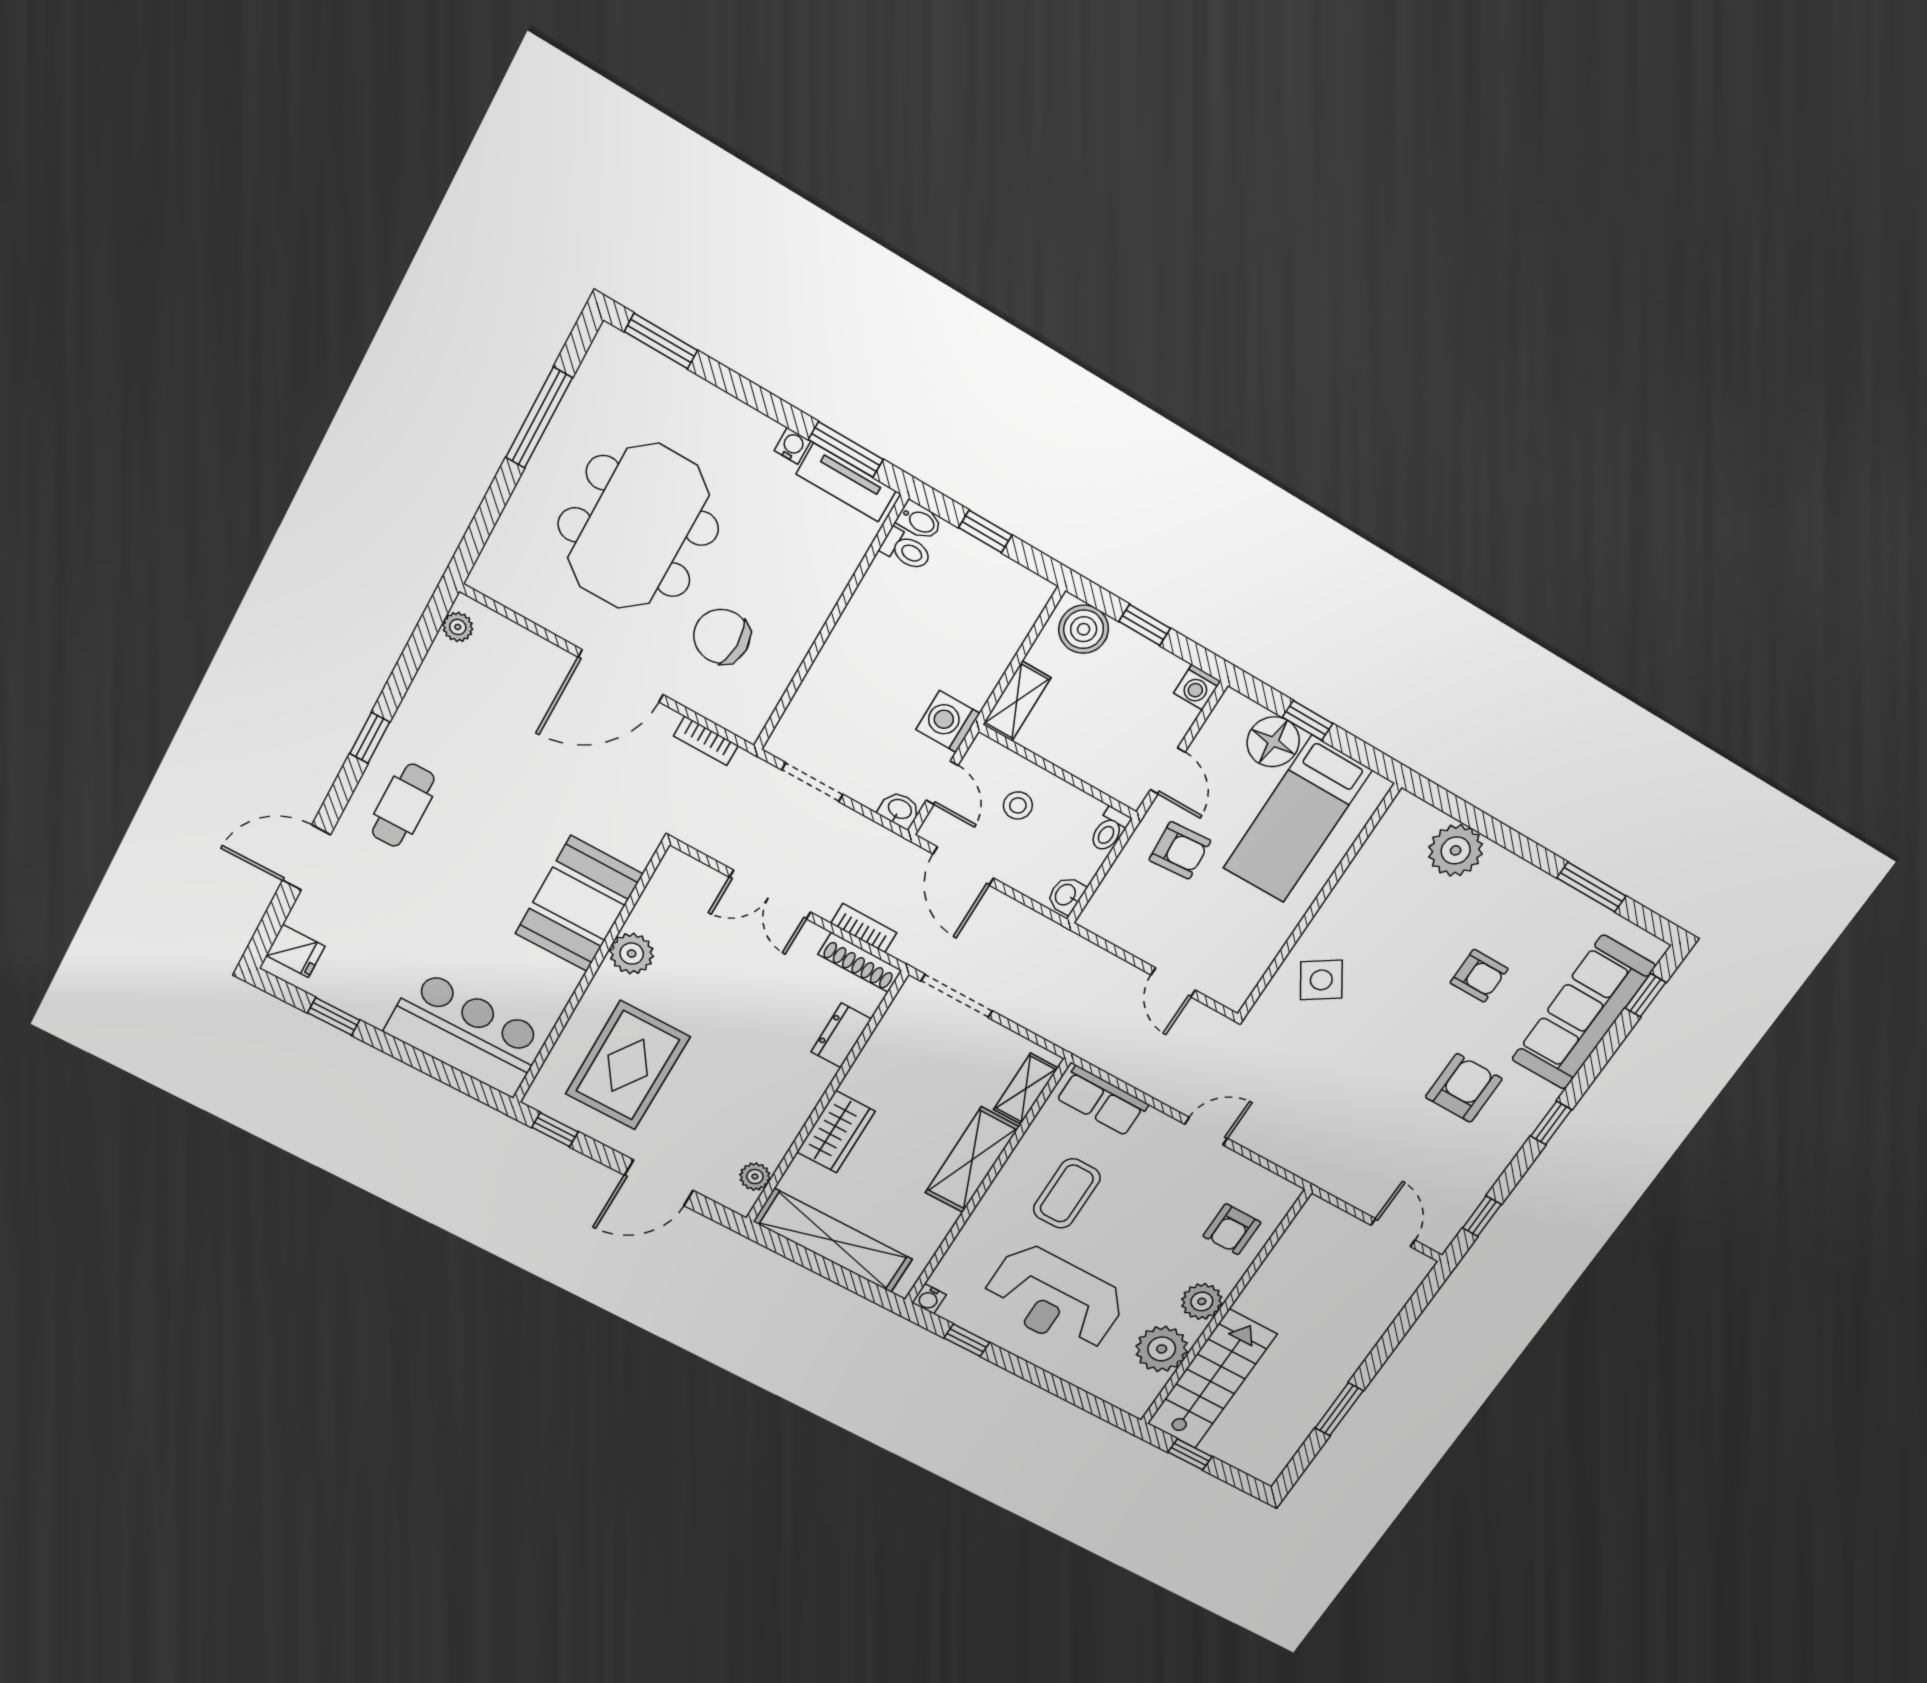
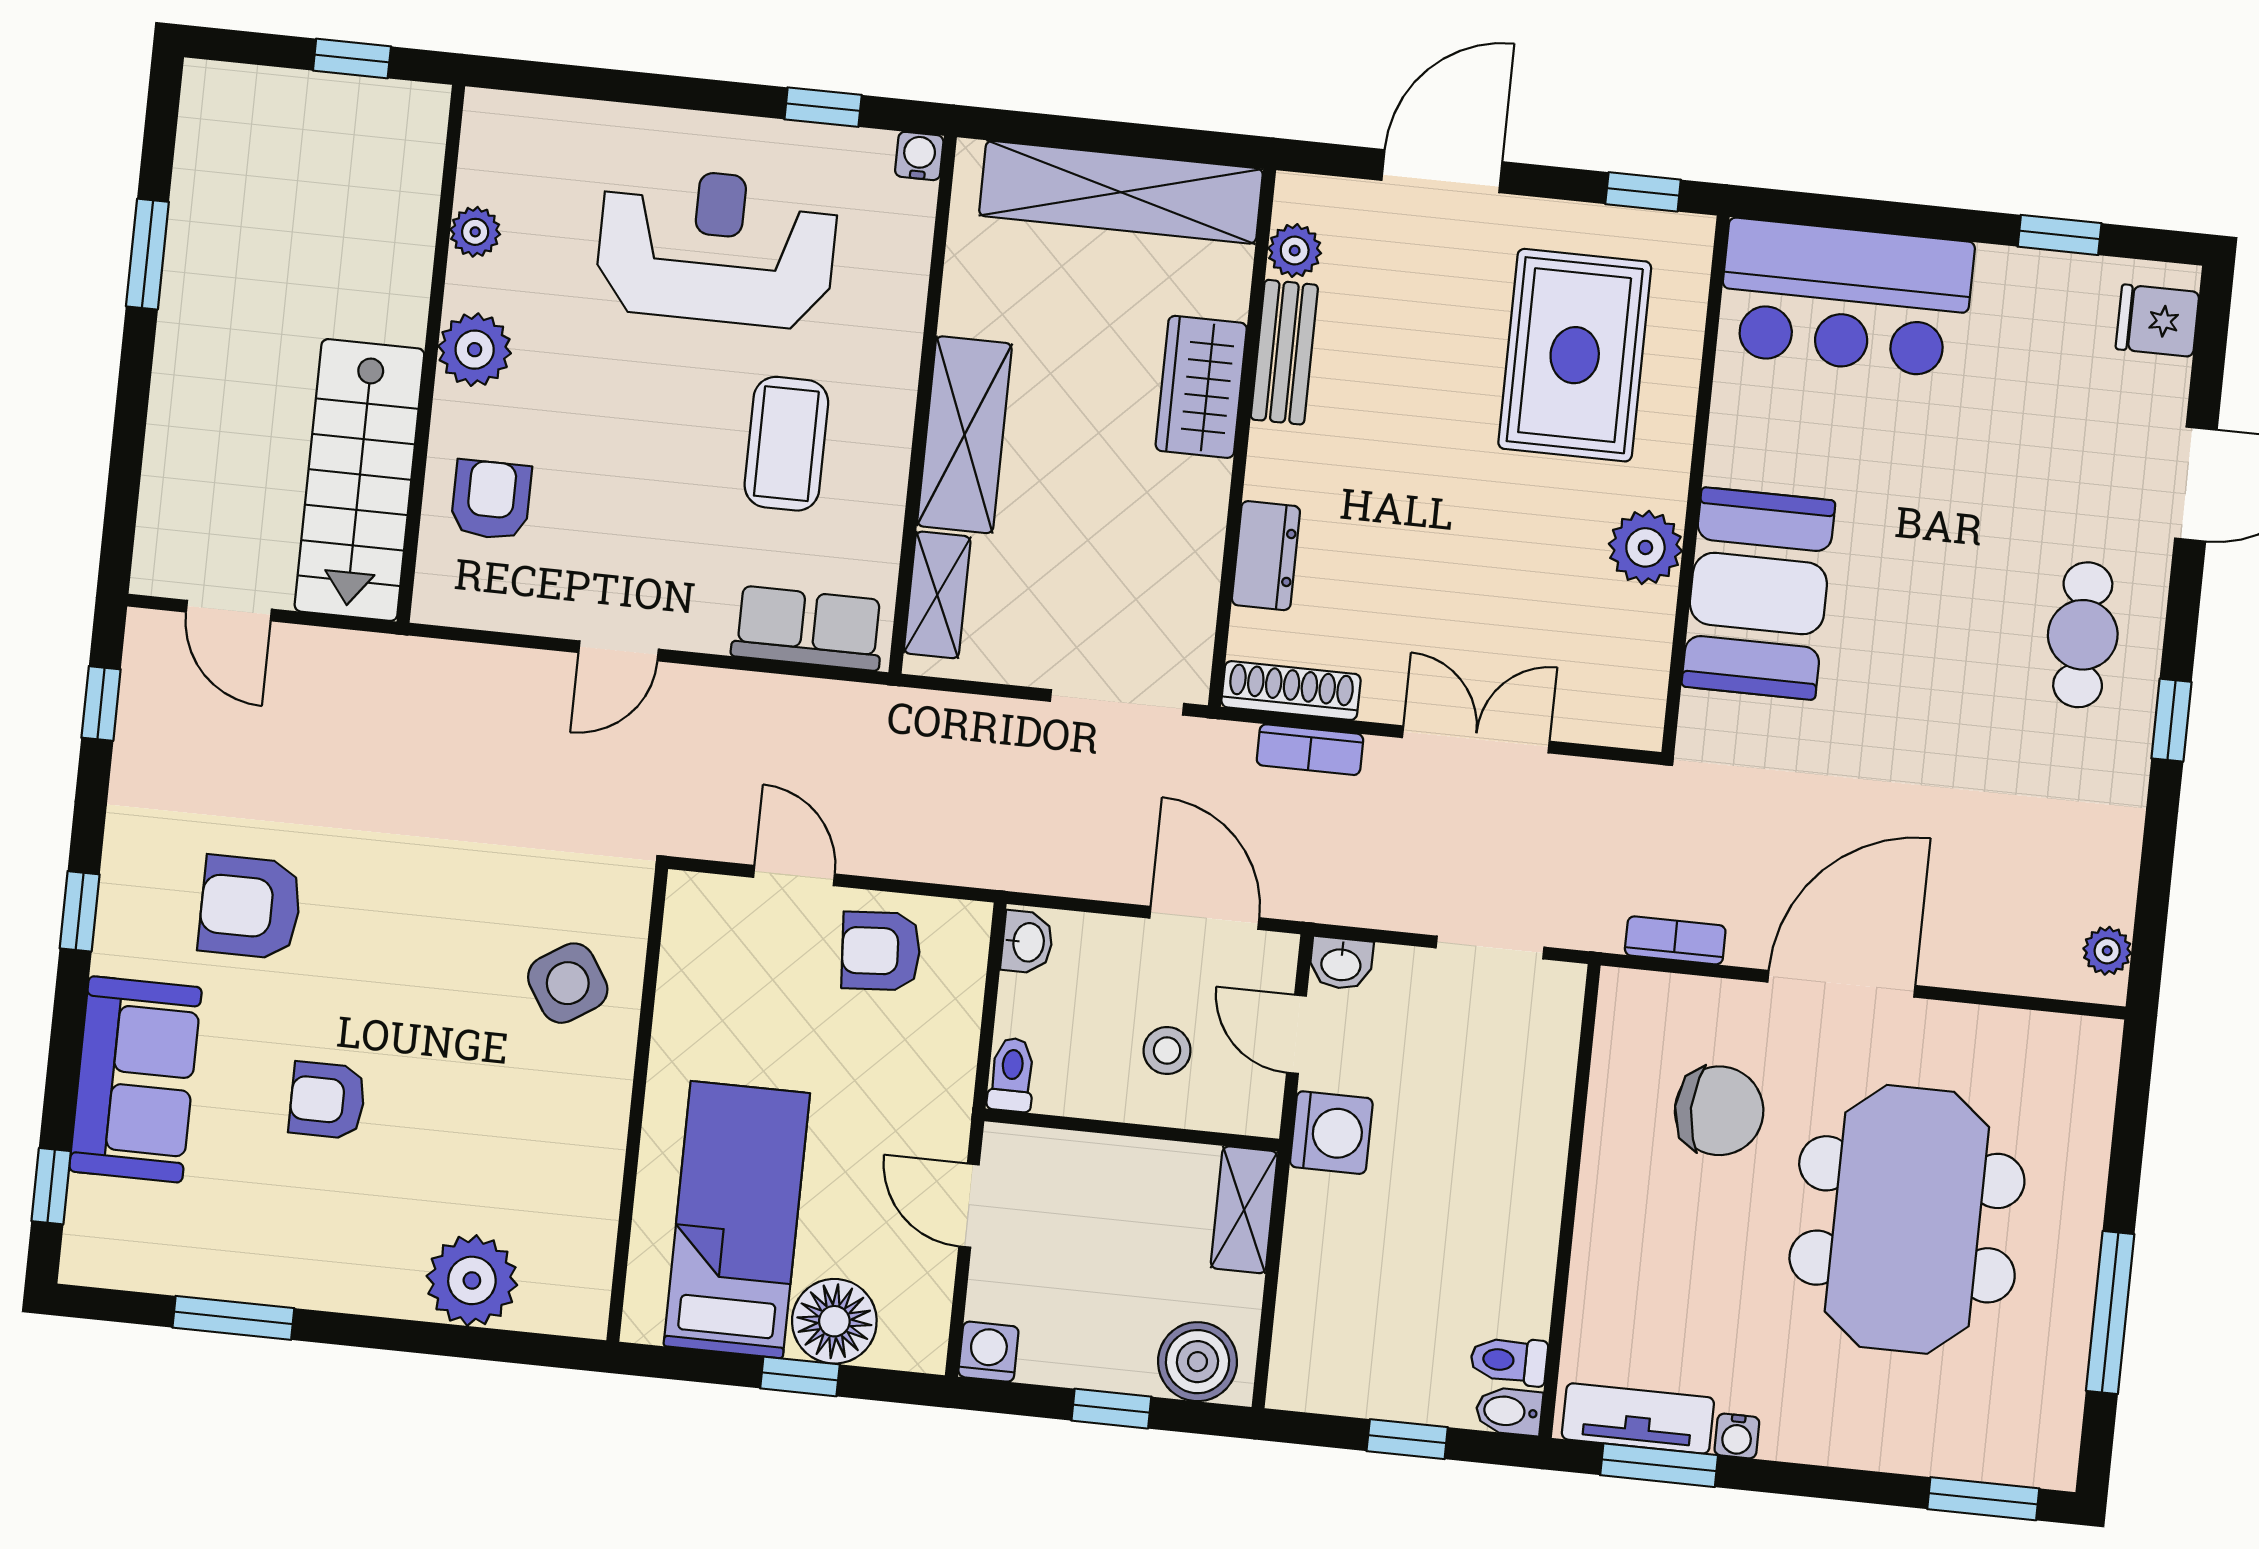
armchair: (1180, 850) -> (881, 951), moved
sofa: (1583, 1013) -> (135, 1079), width x0.73
armchair: (1464, 1088) -> (250, 907), turned 90
bench: (784, 1130) -> (1284, 352), added
plant: (1162, 1349) -> (475, 232), width x0.53, depth x0.53
stairs: (1212, 1379) -> (359, 480), moved

